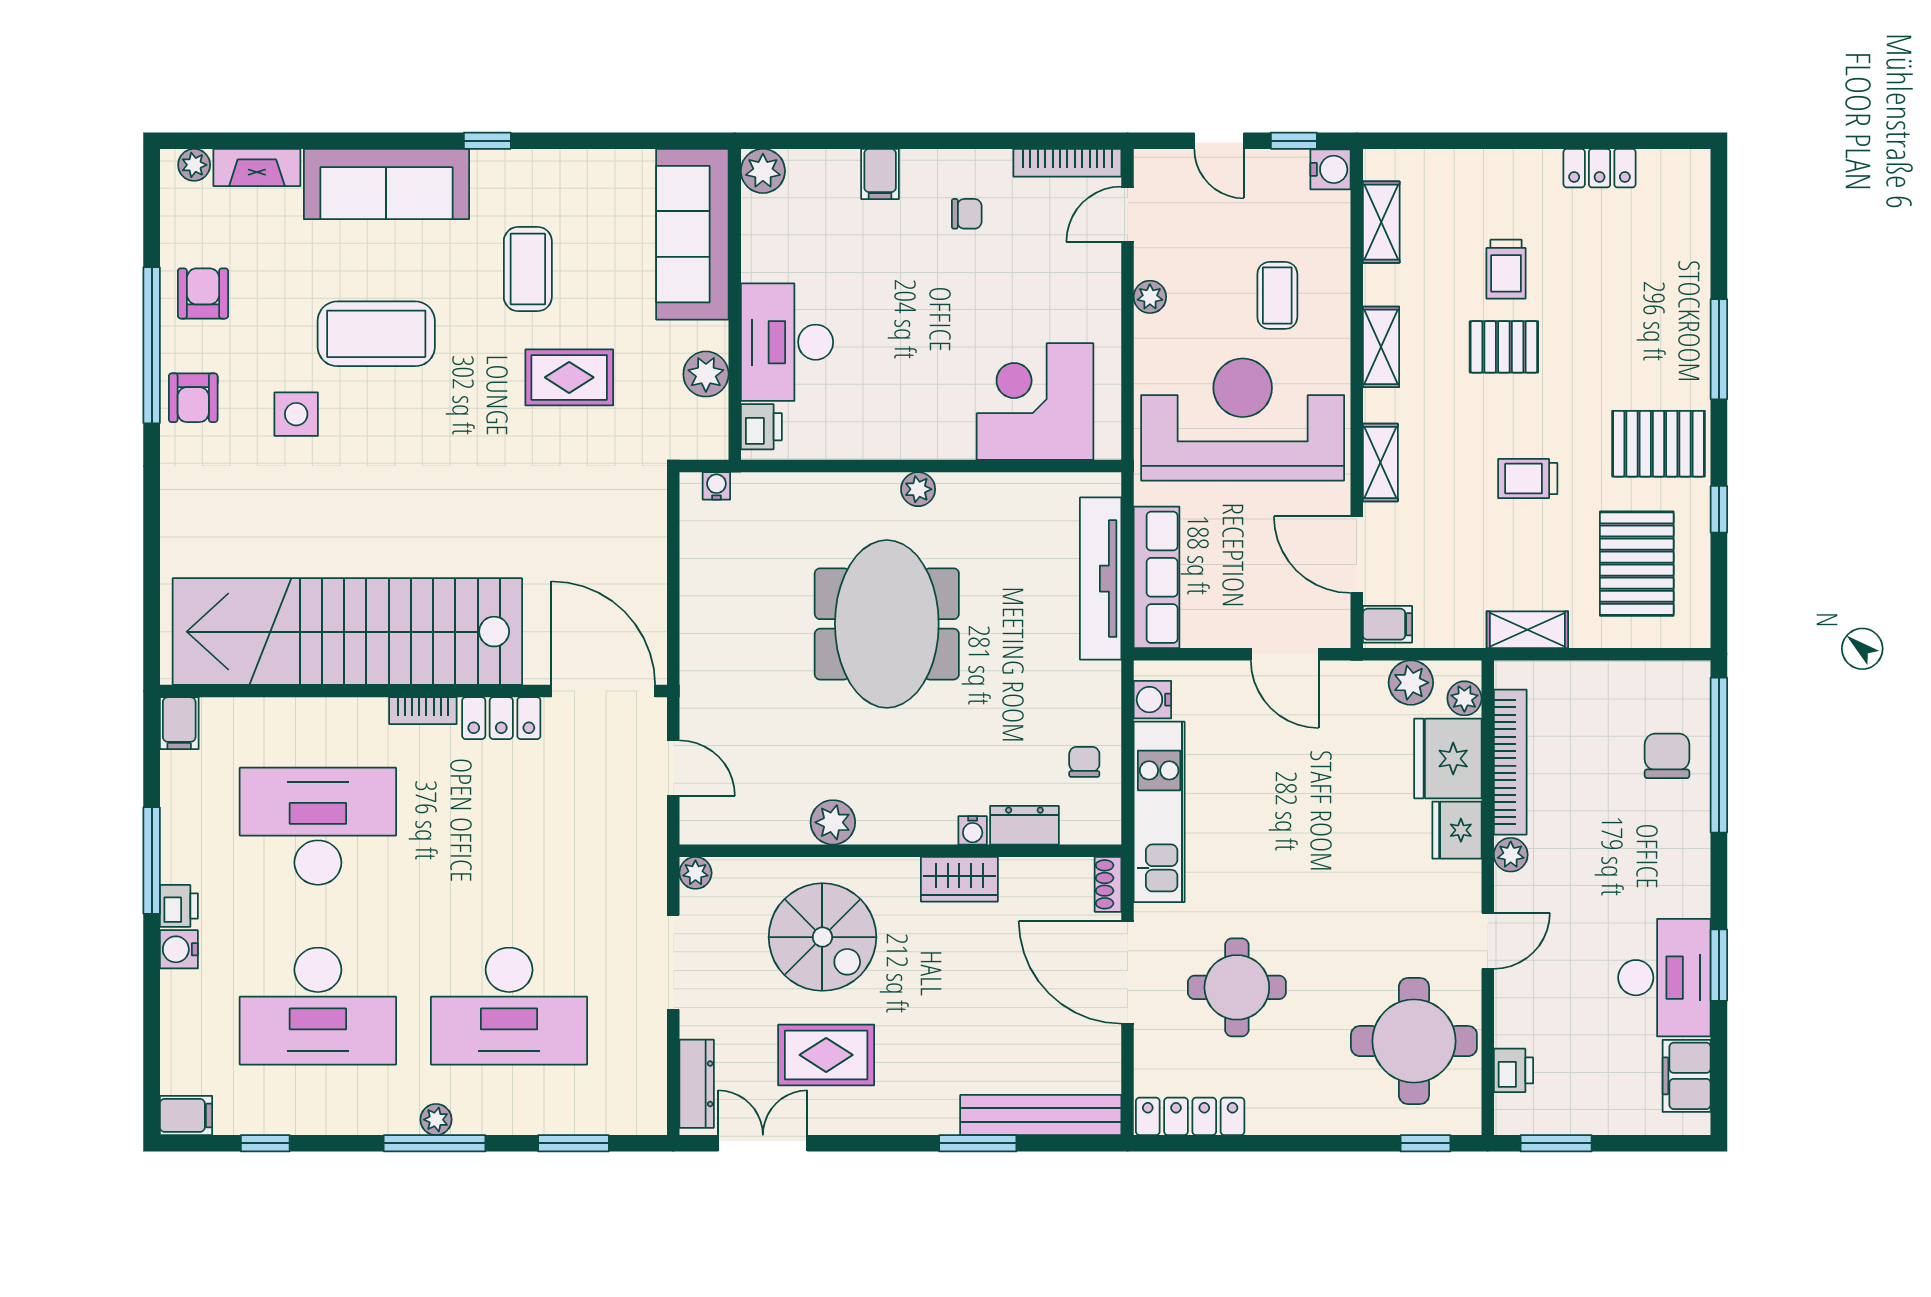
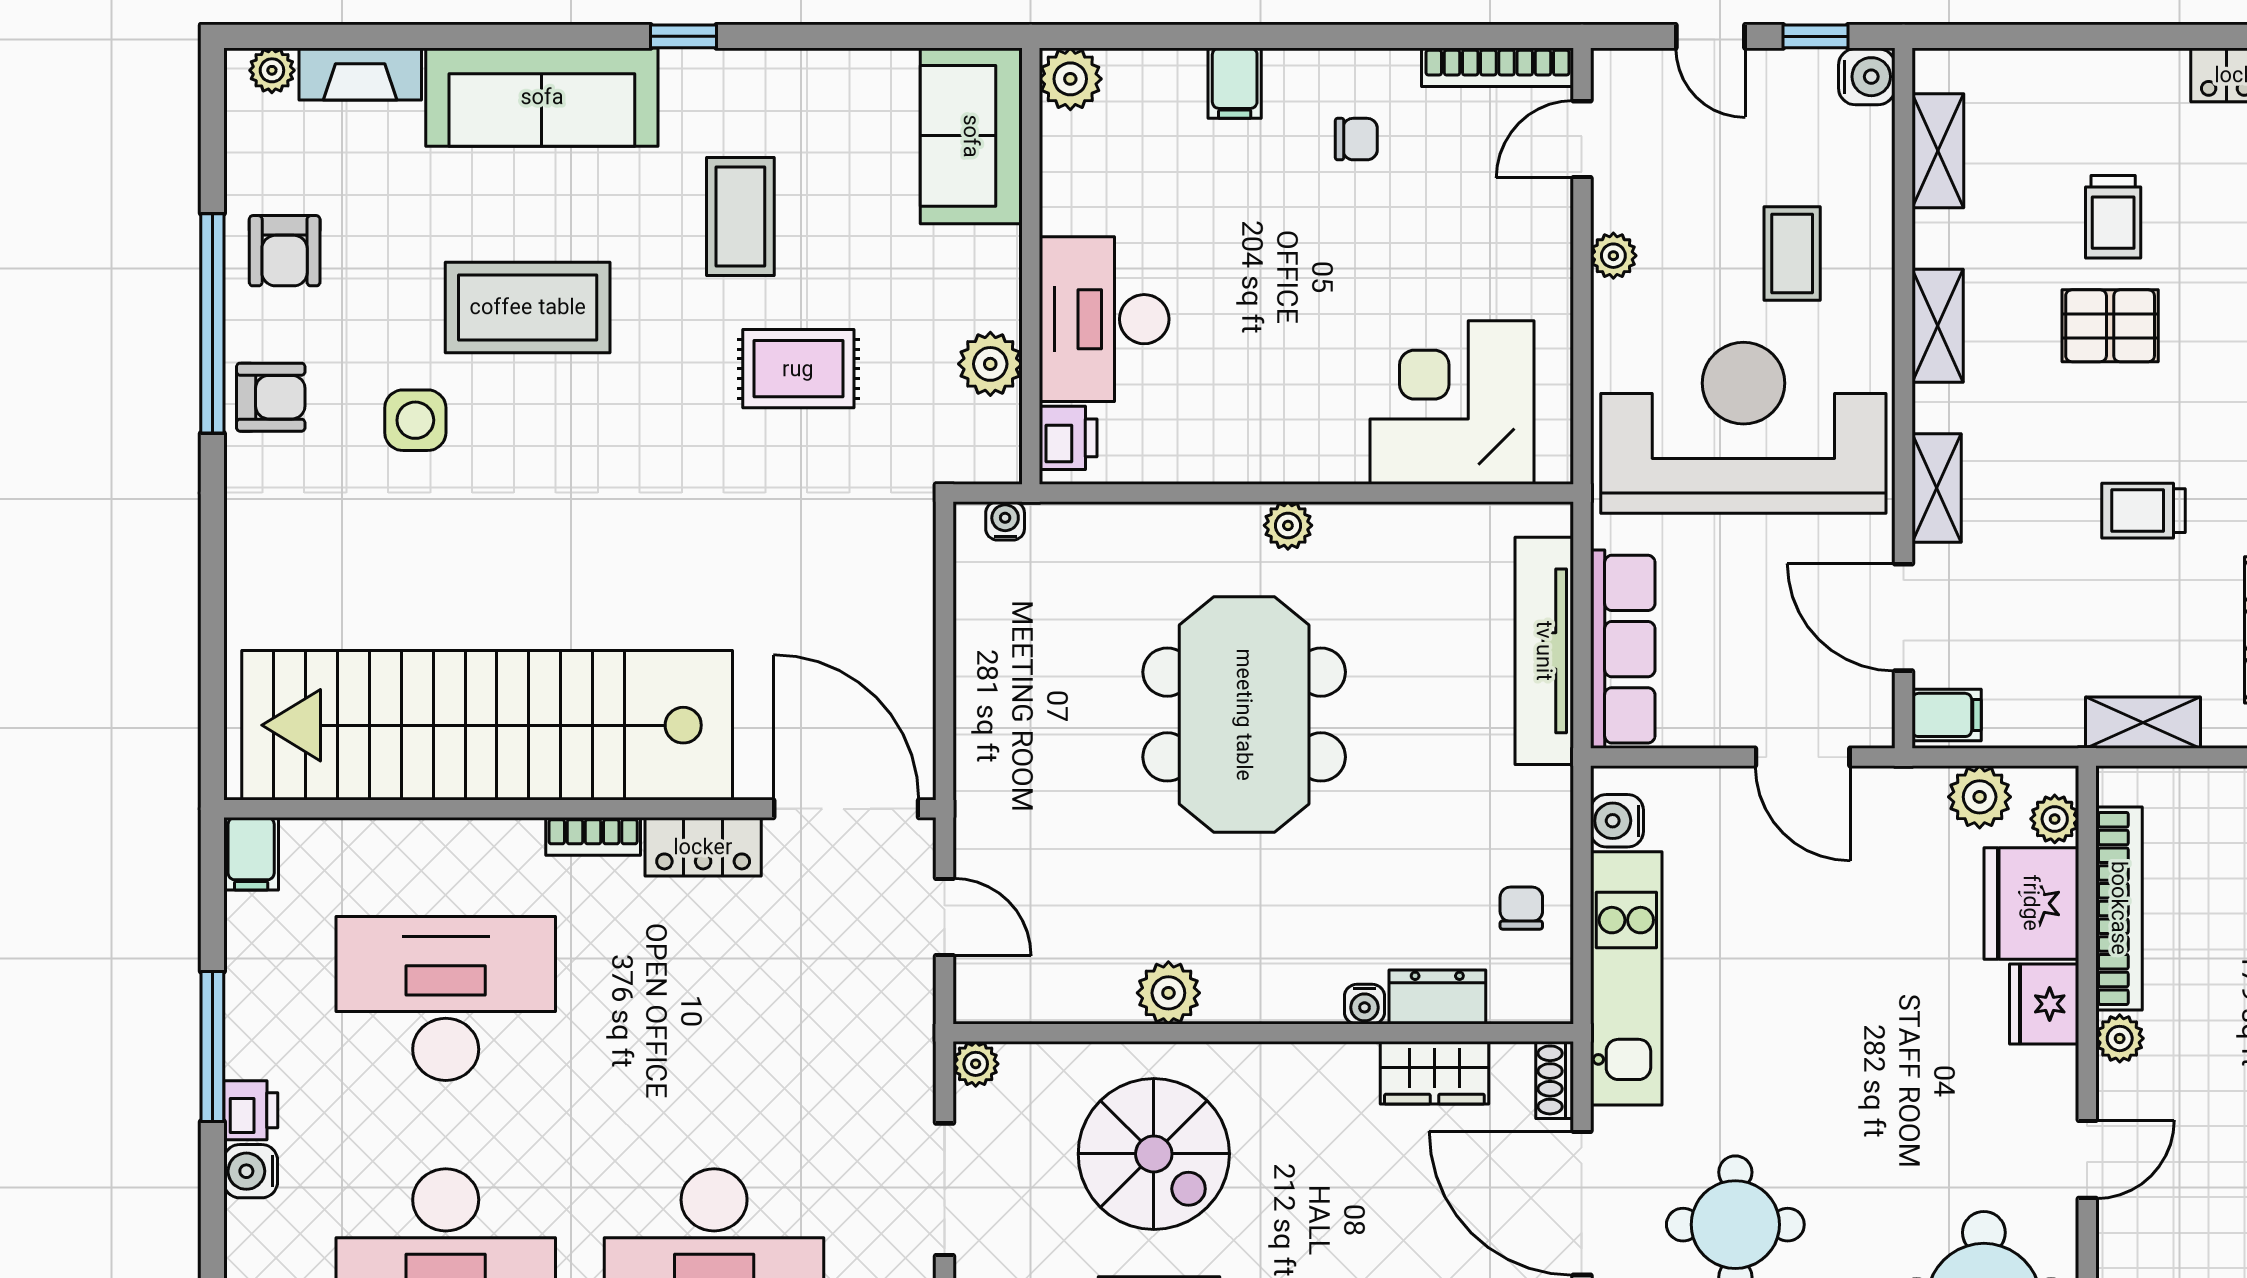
sofa: (692, 234) -> (971, 136), width x0.73
armchair: (203, 293) -> (285, 251), turned 180
armchair: (193, 398) -> (271, 397), turned -90
wardrobe: (959, 879) -> (1434, 1073), moved

